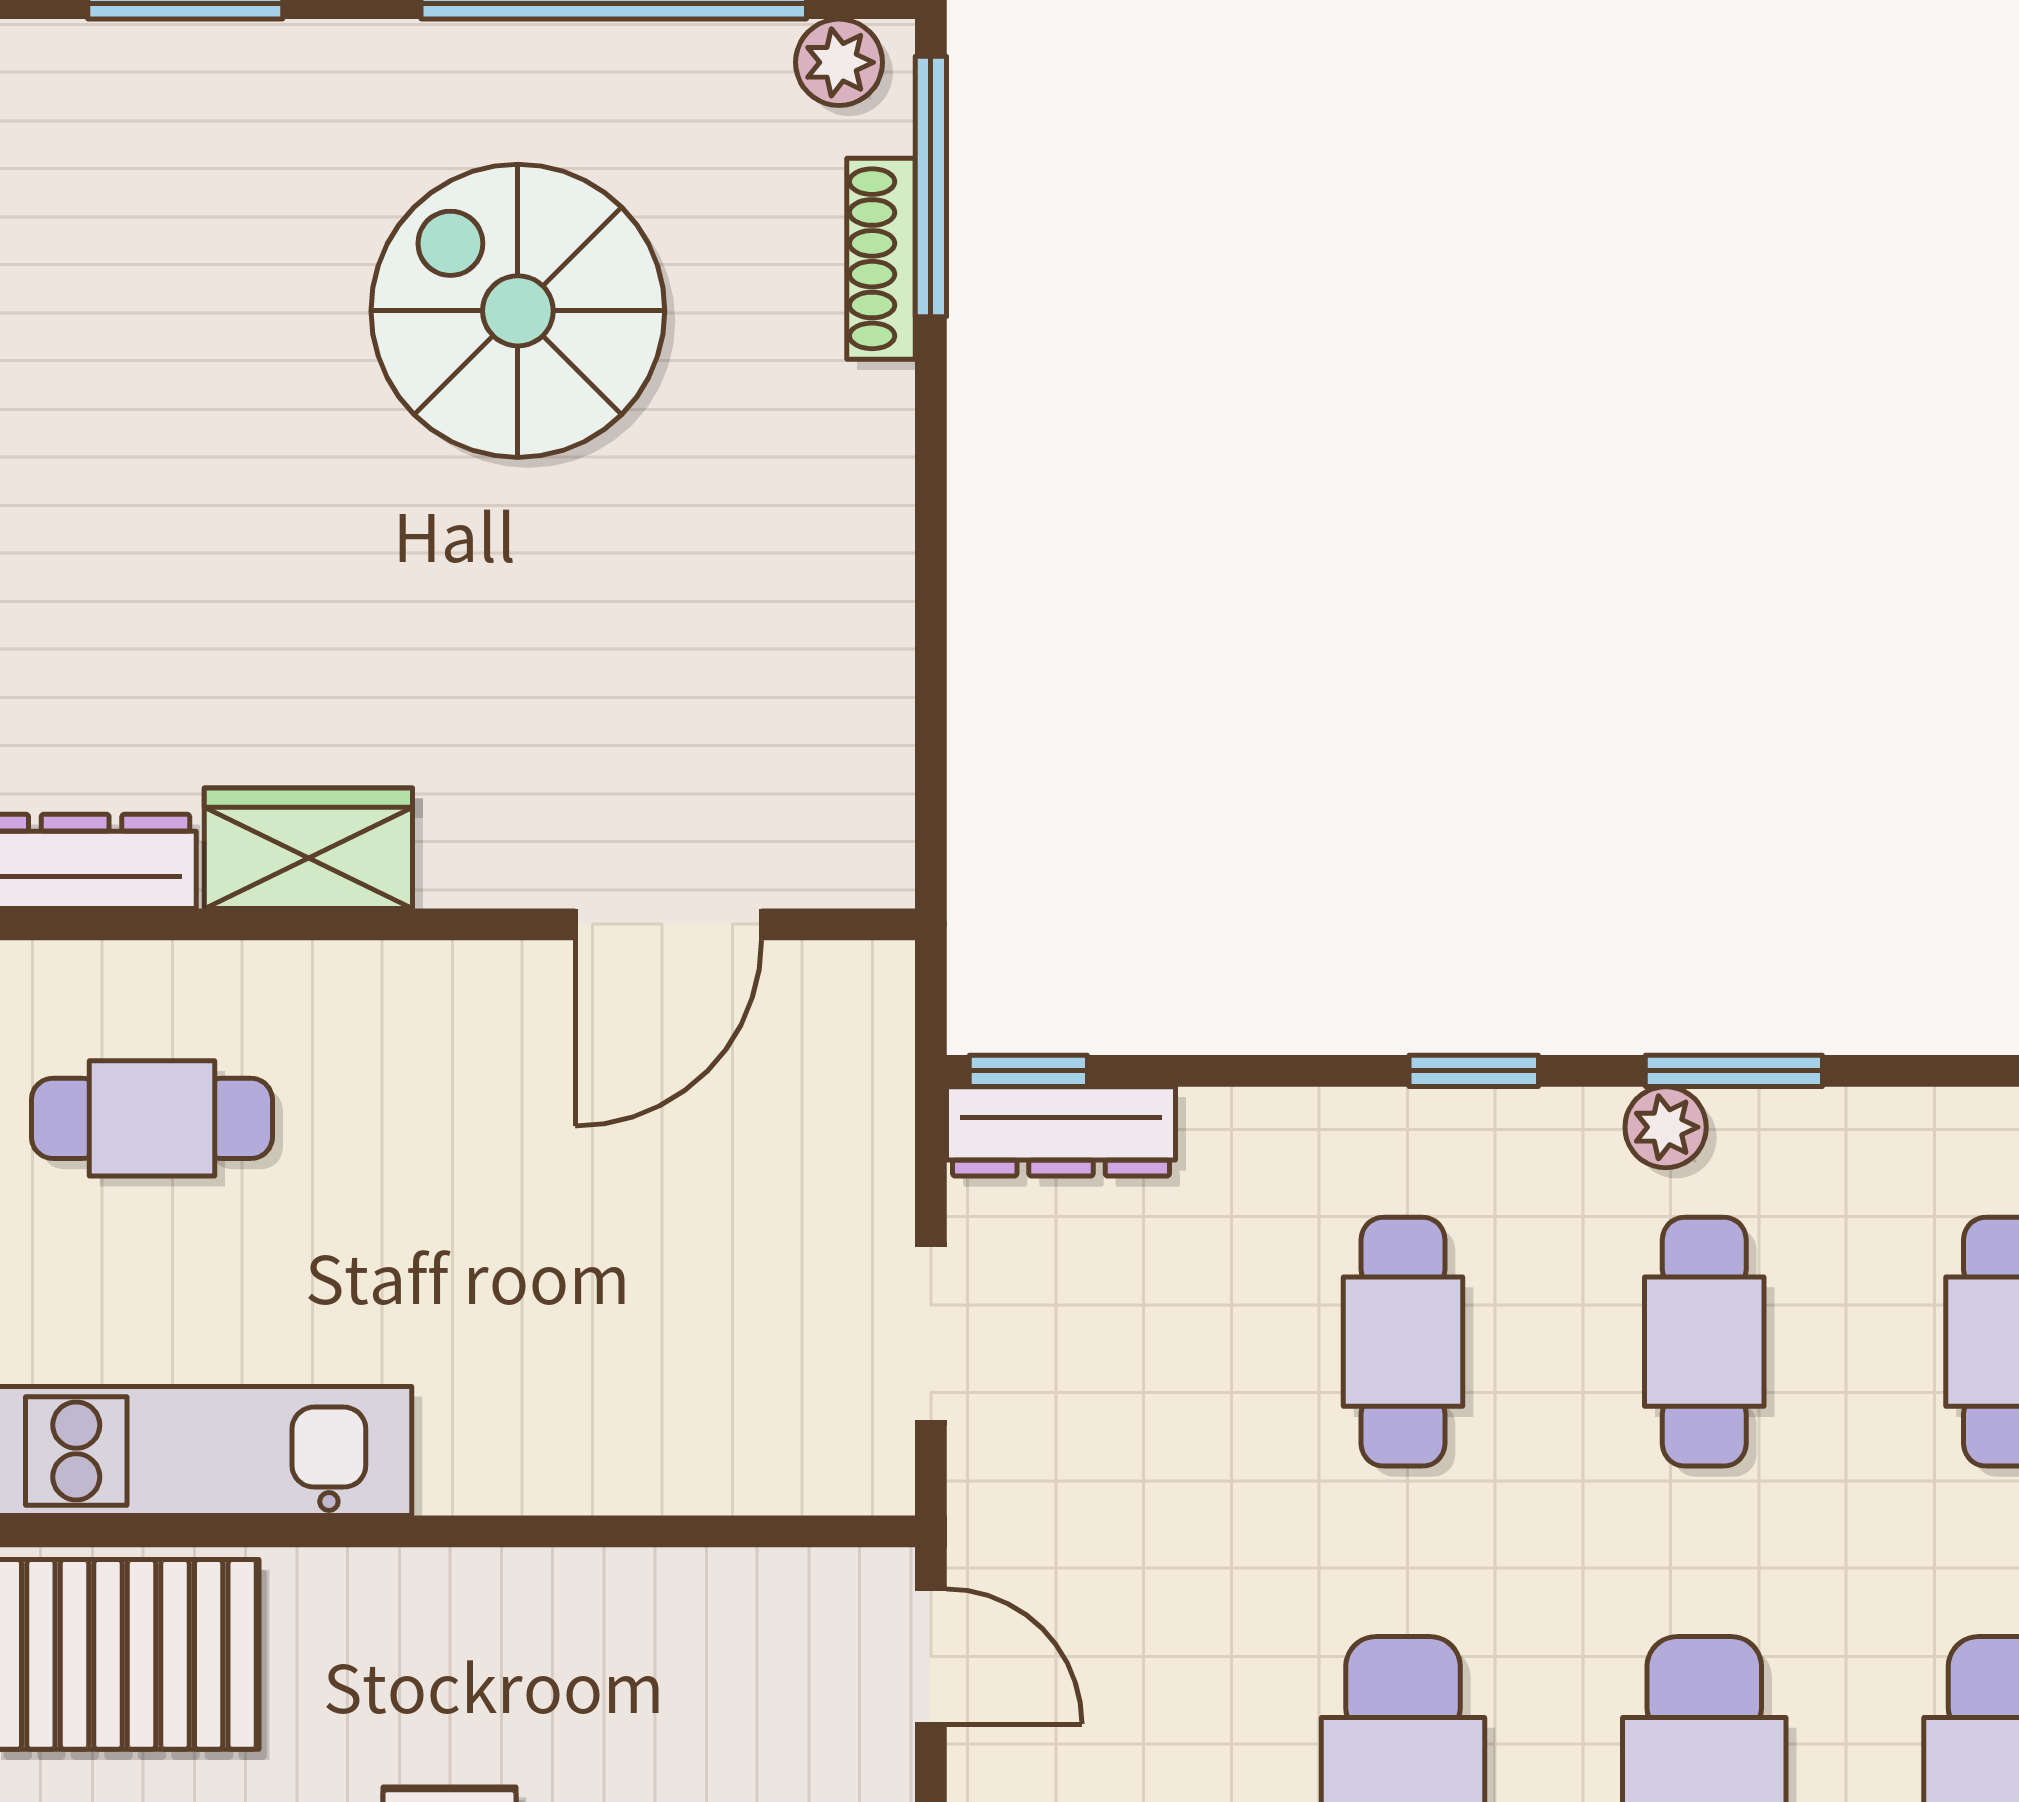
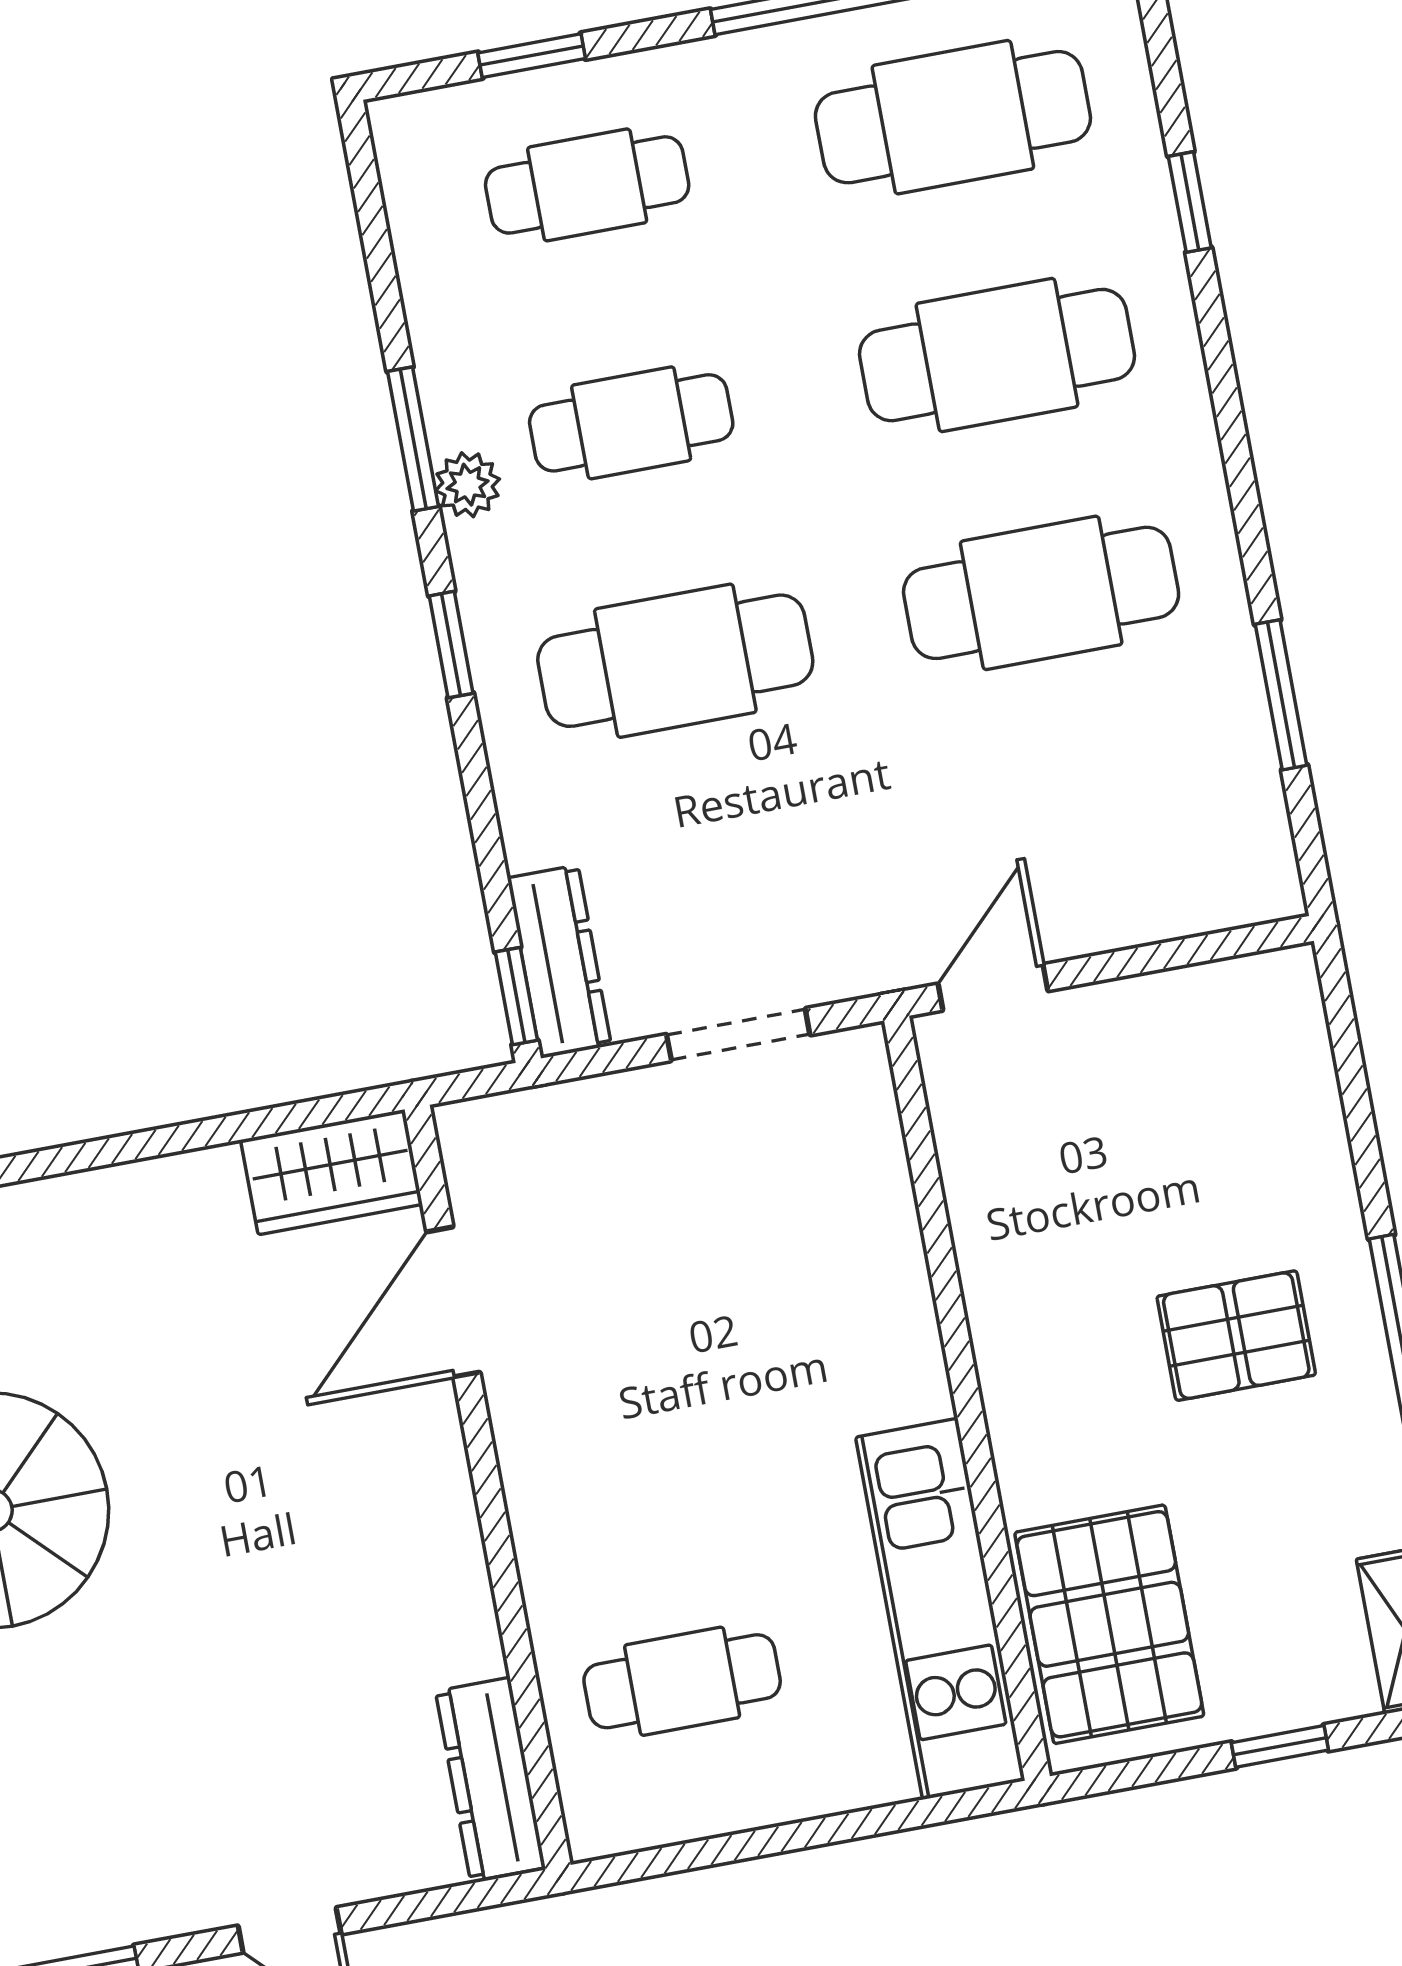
wardrobe: (308, 848) -> (331, 1172), moved, turned -90
door: (668, 924) -> (453, 1302), swing flipped
cafe table: (152, 1118) -> (682, 1681), turned 90
cafe table: (1403, 1342) -> (675, 661), width x1.37, depth x1.35

